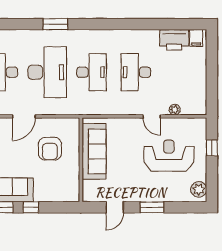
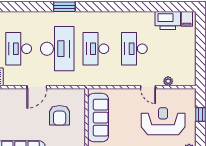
desk: (92, 72) -> (96, 49), turned 180

